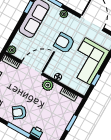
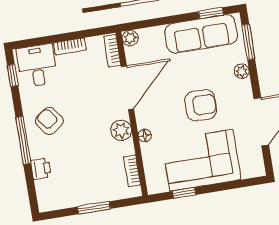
armchair: (64, 43) -> (201, 105), turned 90
door: (32, 68) -> (127, 88), hinge flipped

